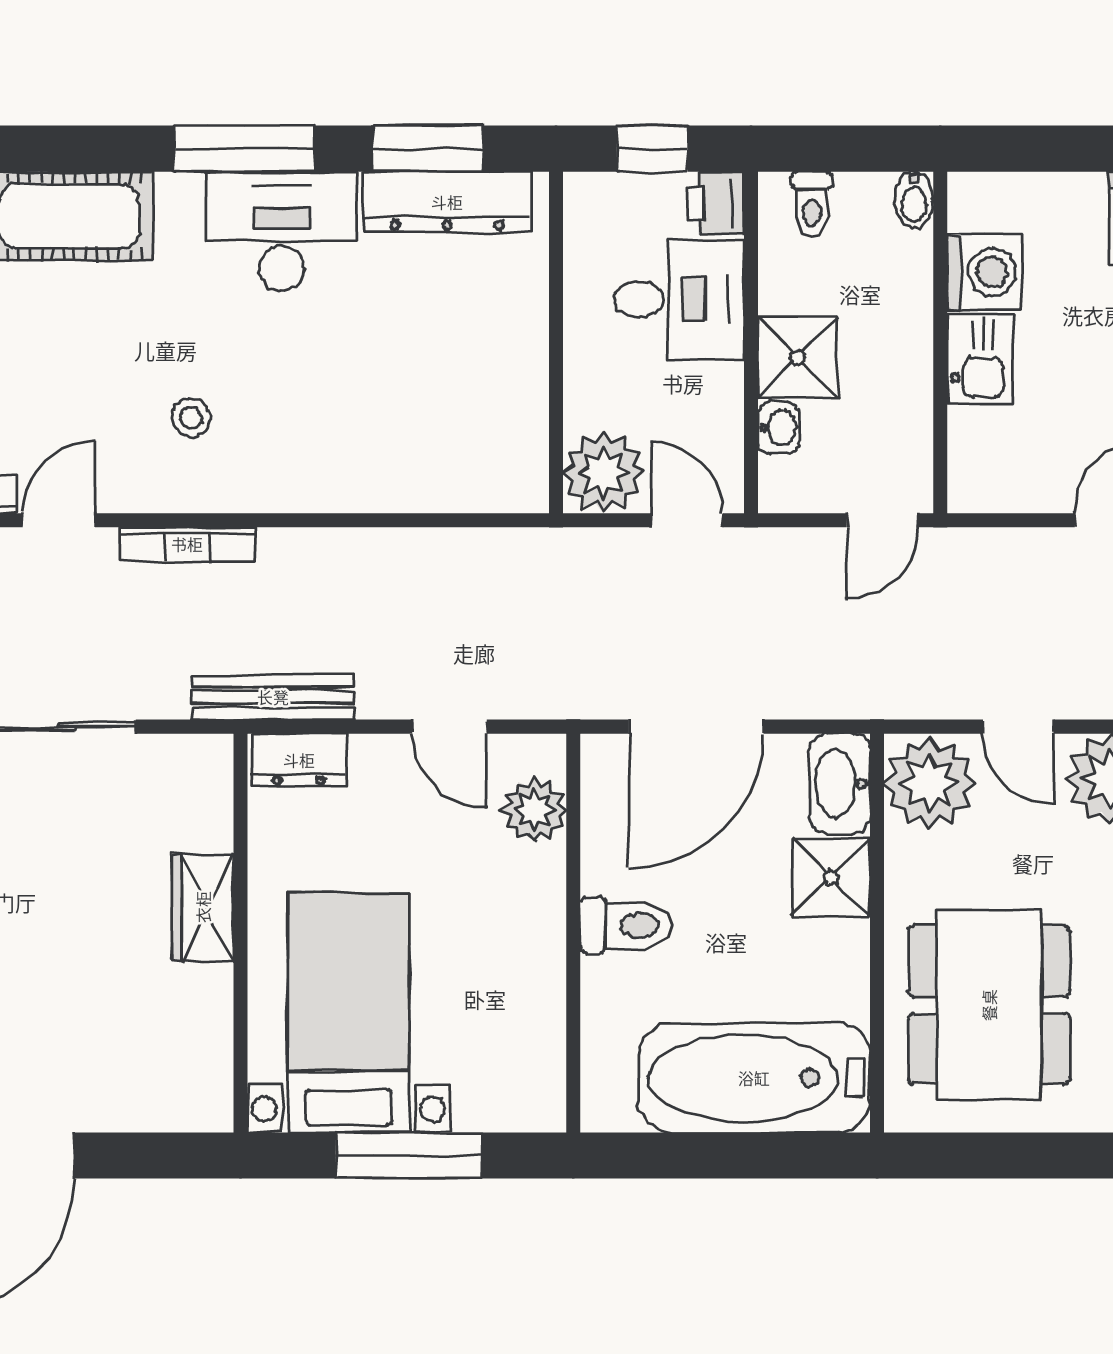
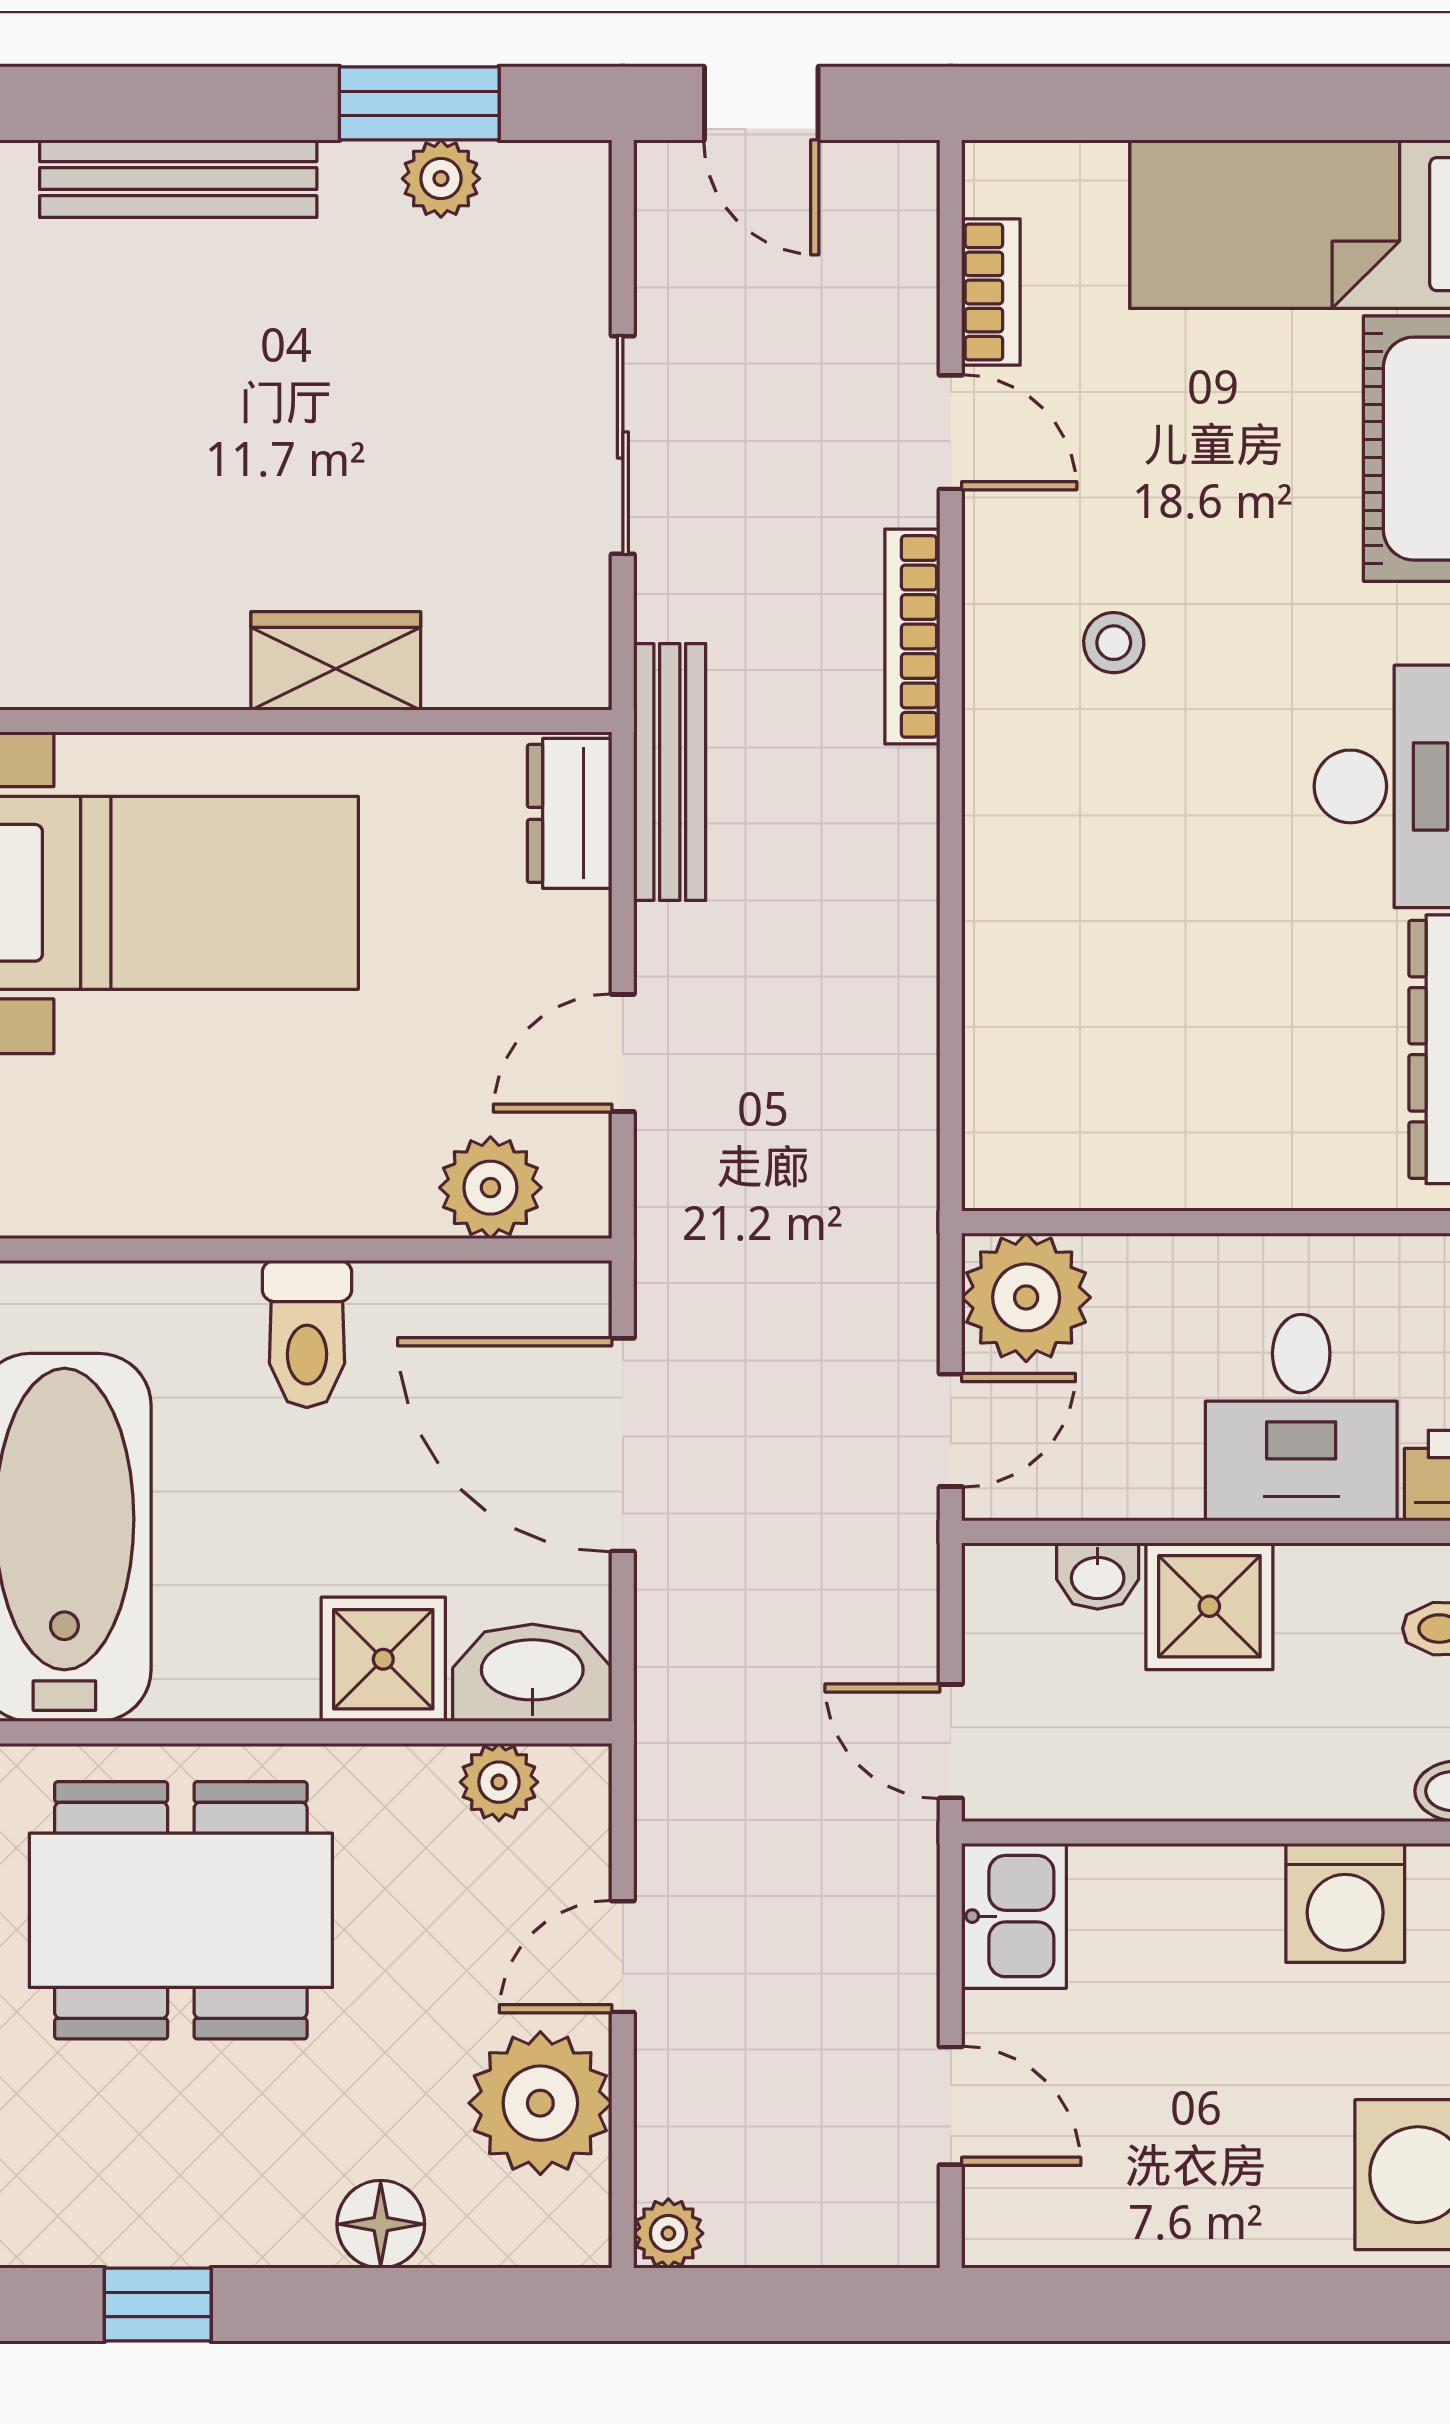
kitchen sink: (980, 359) -> (1014, 1916), moved, turned -90
plant: (930, 783) -> (499, 1782), width x0.53, depth x0.53

